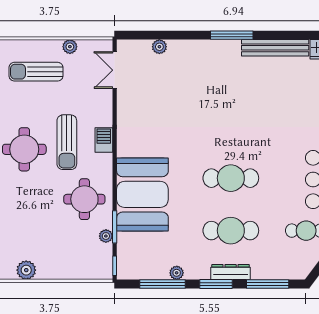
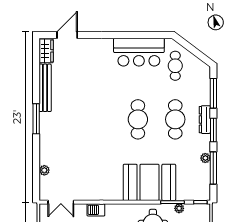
barbecue: (104, 140) -> (96, 210), moved

